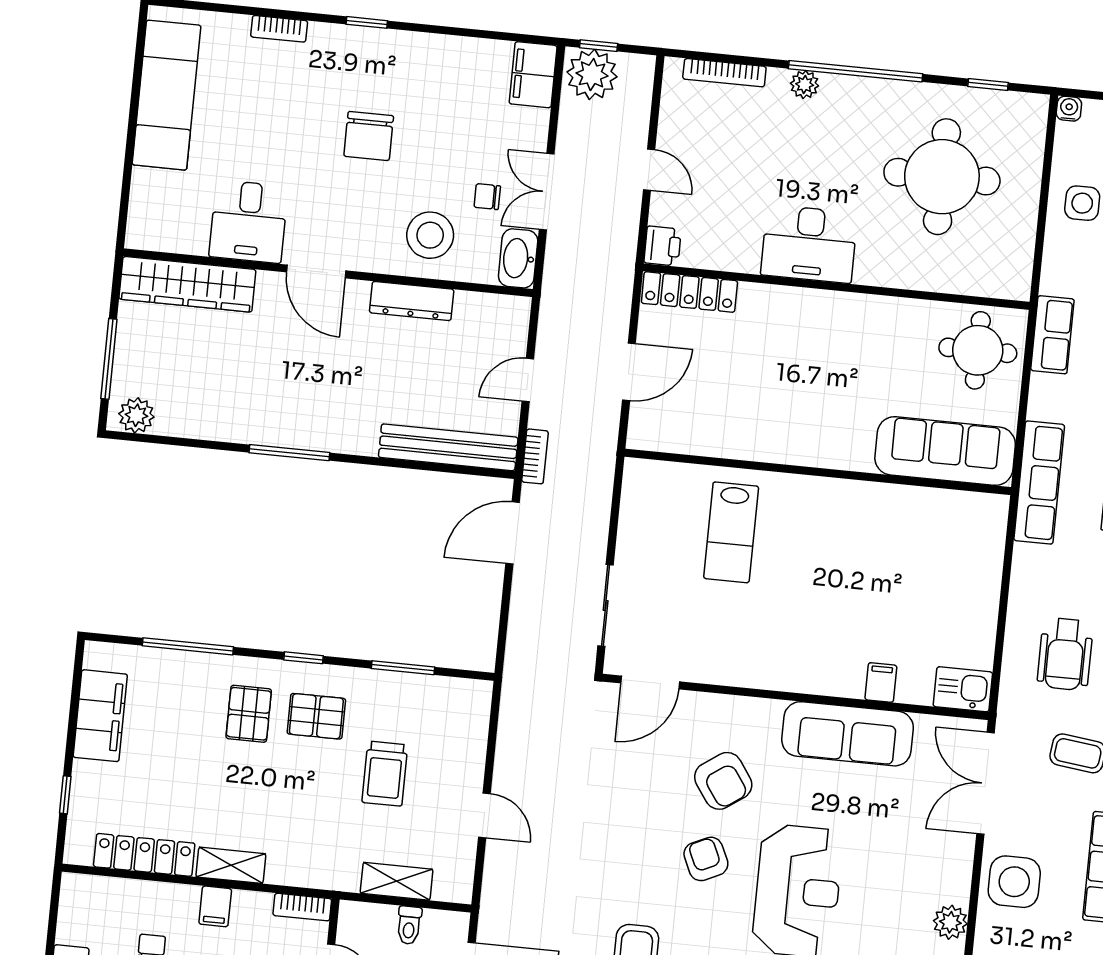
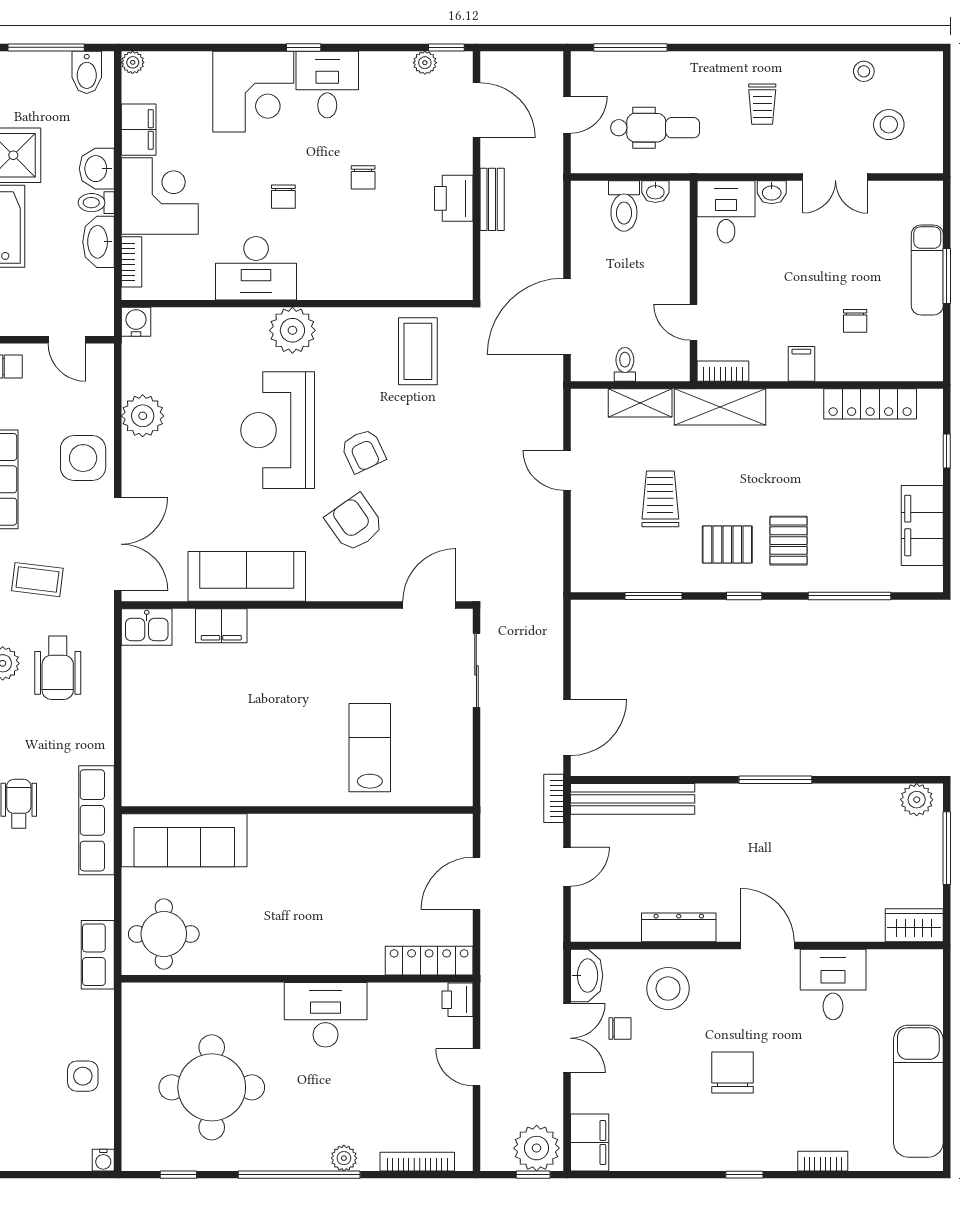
wardrobe: (187, 284) -> (914, 925), width x0.48, depth x0.85
wheelchair: (1065, 654) -> (58, 668), turned 180
filing cabinet: (881, 682) -> (221, 626), width x2.00
shelving: (231, 865) -> (720, 407), moved, width x1.50, depth x1.33
plant: (950, 922) -> (143, 416), width x1.36, depth x1.36

